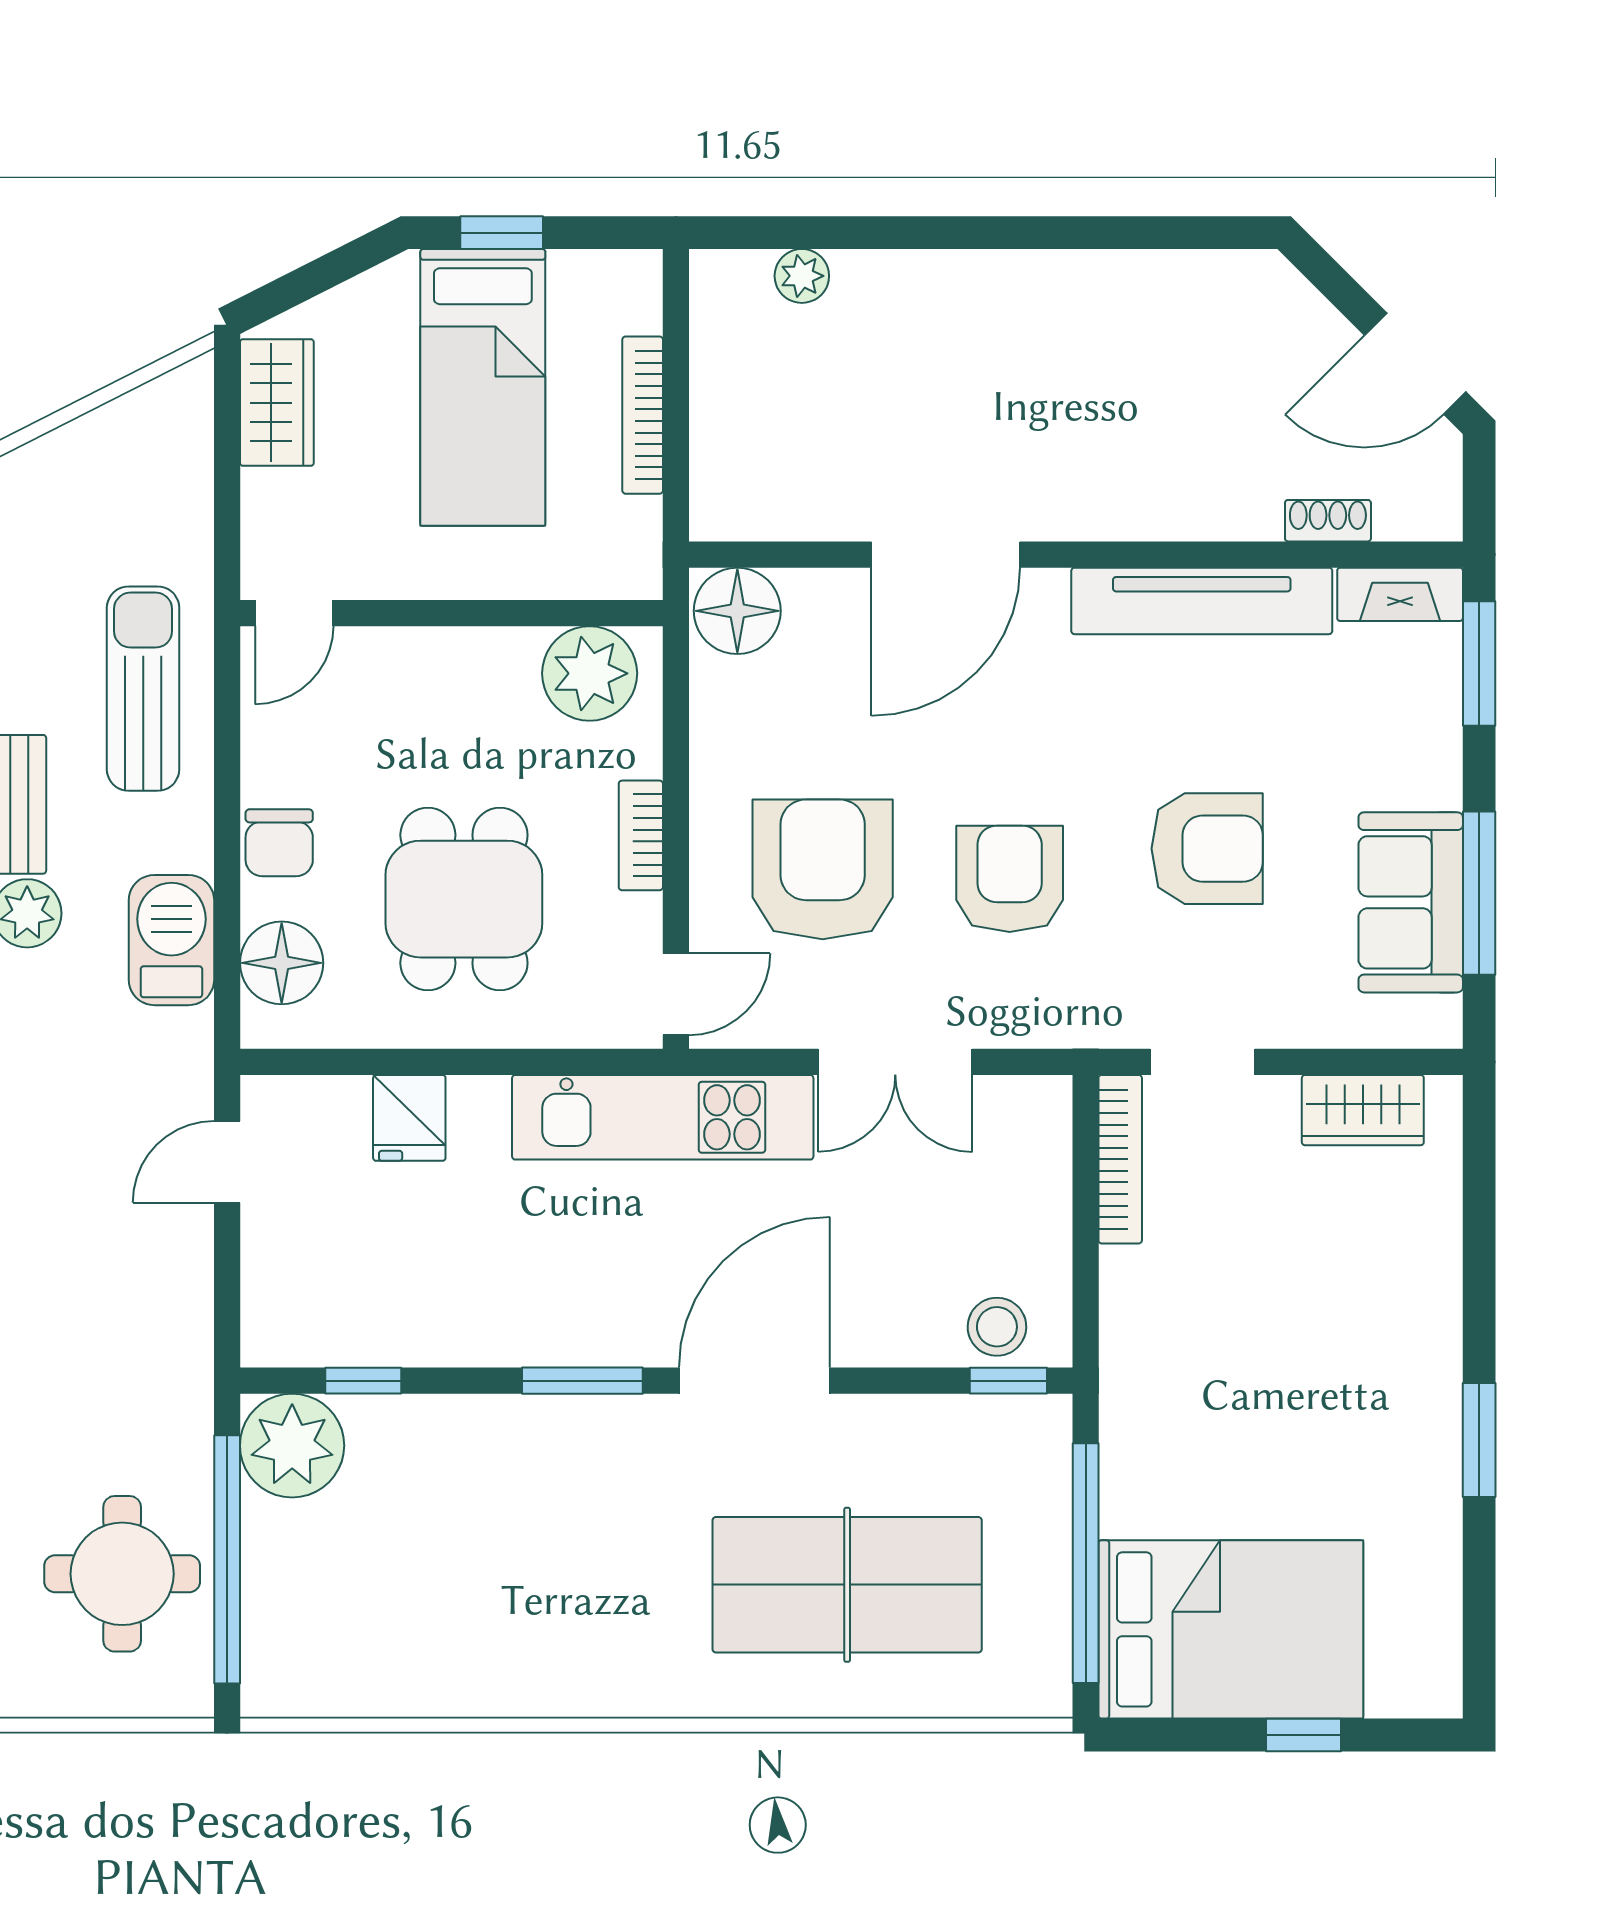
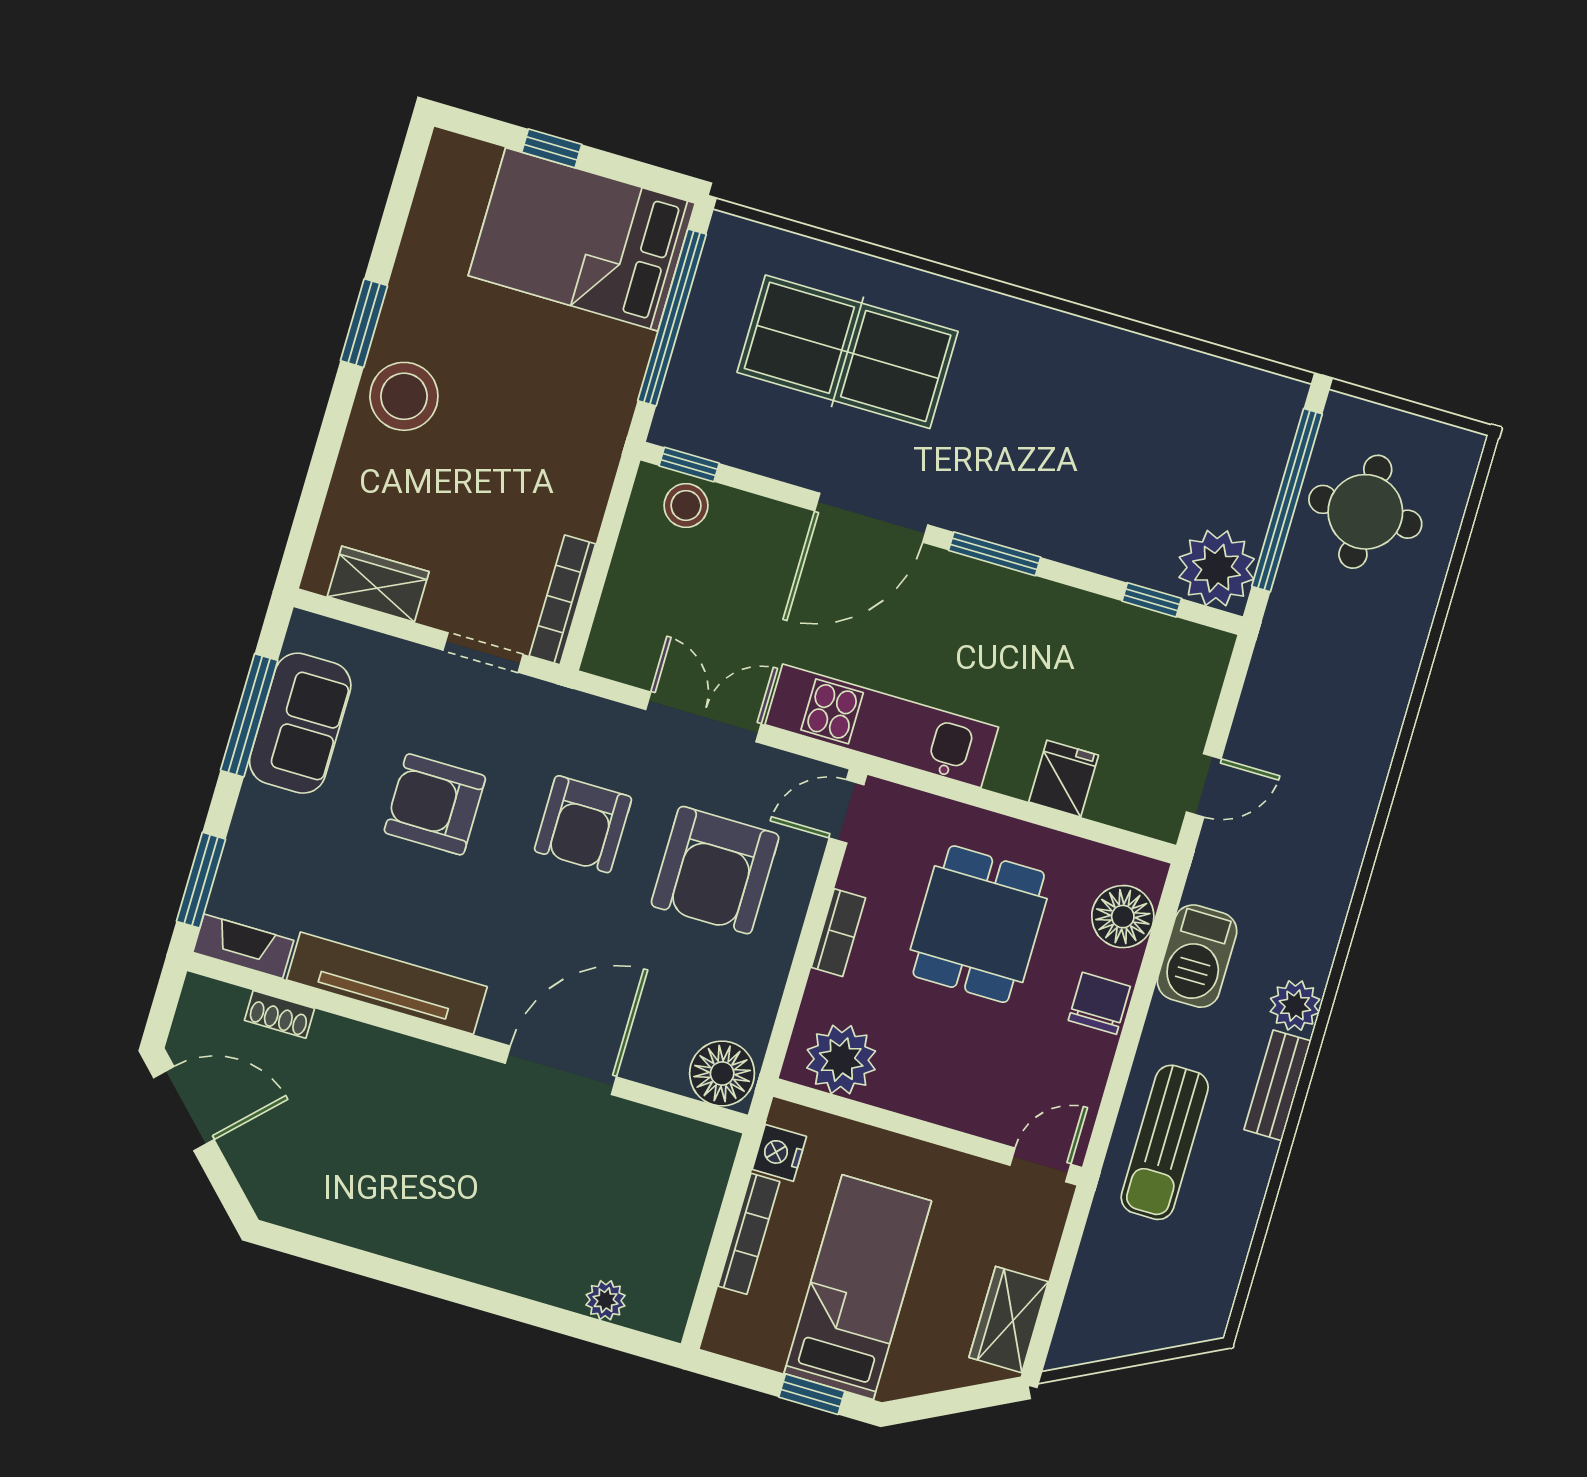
nightstand: (634, 530) -> (779, 1153), added
stool: (1400, 1361) -> (404, 396), added

